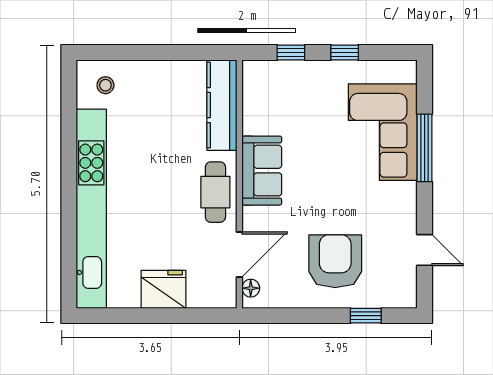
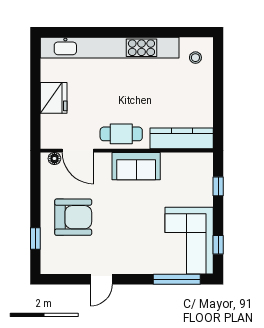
window: (345, 53) -> (218, 245), moved
corner sofa: (383, 132) -> (189, 241), moved, turned -90
window: (425, 148) -> (177, 279), moved
door: (425, 250) -> (101, 279), moved

